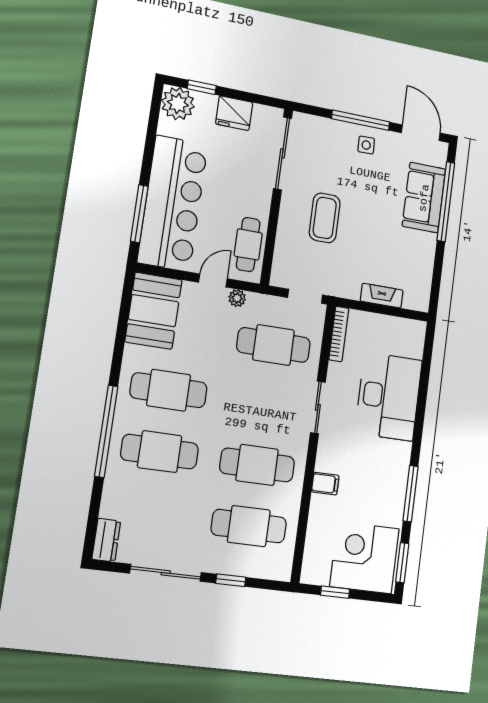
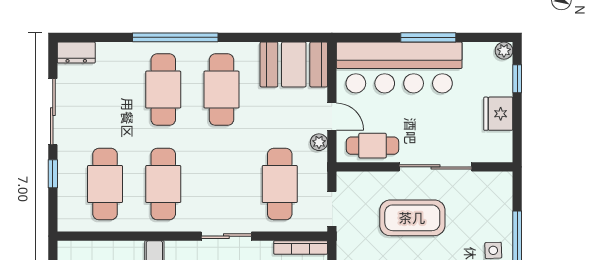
plant: (178, 104) -> (504, 51), width x0.53, depth x0.53
sliding door: (283, 153) -> (435, 167), moved
window: (139, 214) -> (428, 37), moved
coffee table: (325, 218) -> (412, 218), width x1.36, depth x1.32

